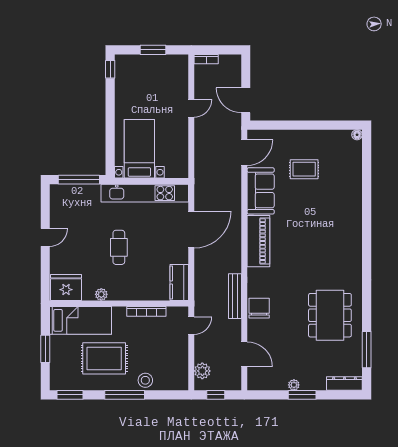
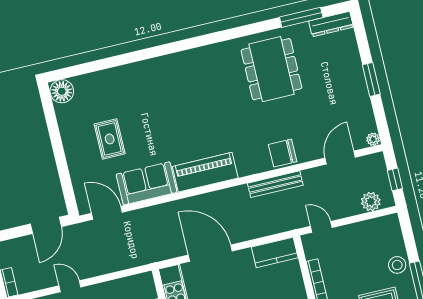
floor lamp: (357, 135) -> (62, 91), width x1.89, depth x1.89
dining table: (330, 315) -> (271, 69), turned 90
dresser: (344, 384) -> (331, 24), moved, turned -90
plant: (294, 385) -> (373, 139), moved

